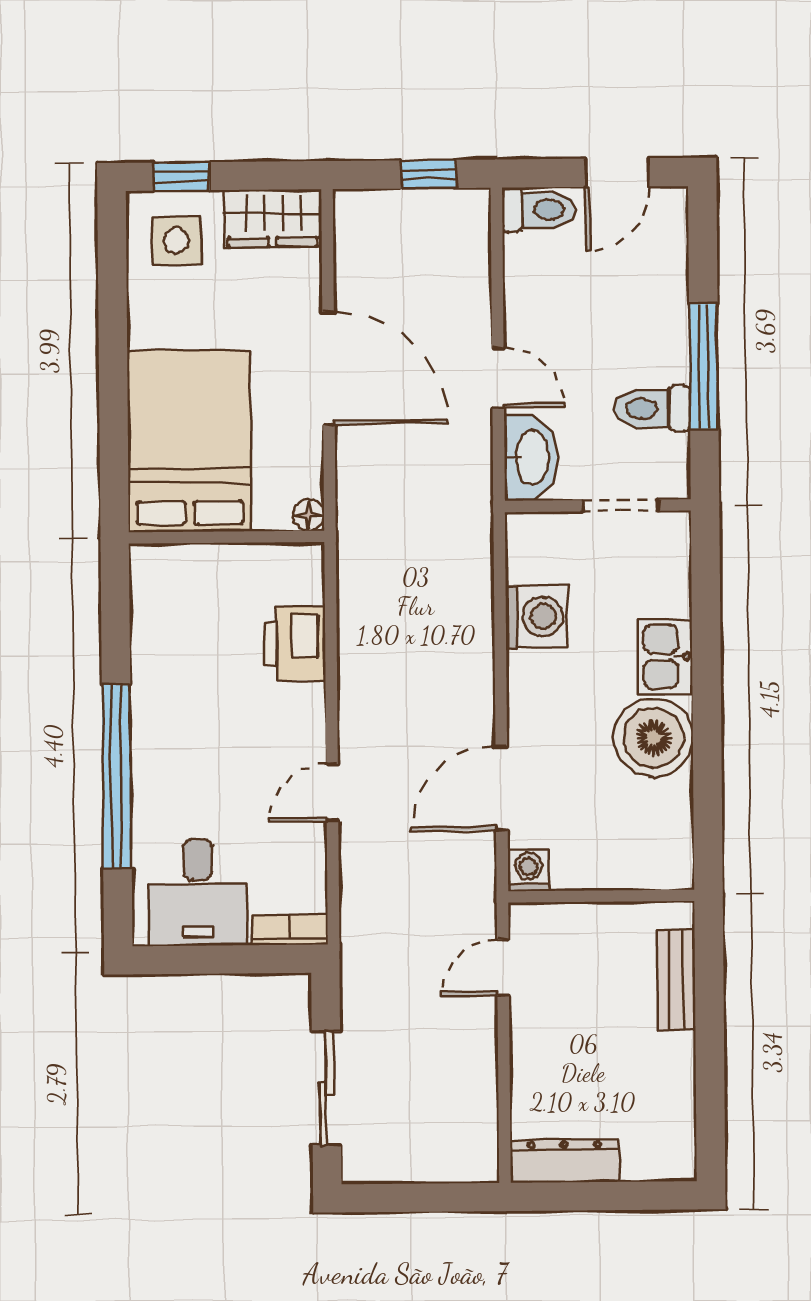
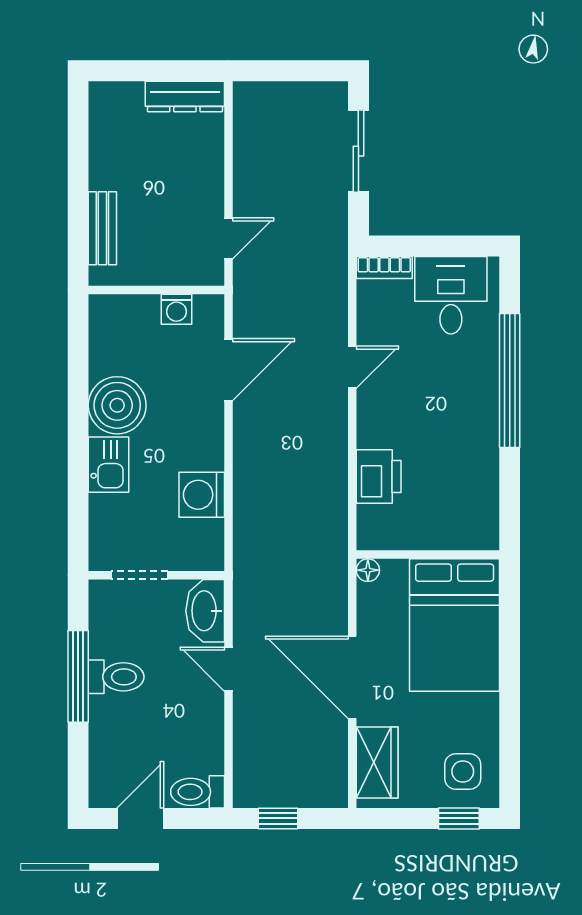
wardrobe: (273, 218) -> (377, 763), moved, turned 90
toilet: (652, 409) -> (116, 677), moved
washing machine: (529, 870) -> (176, 309), moved

